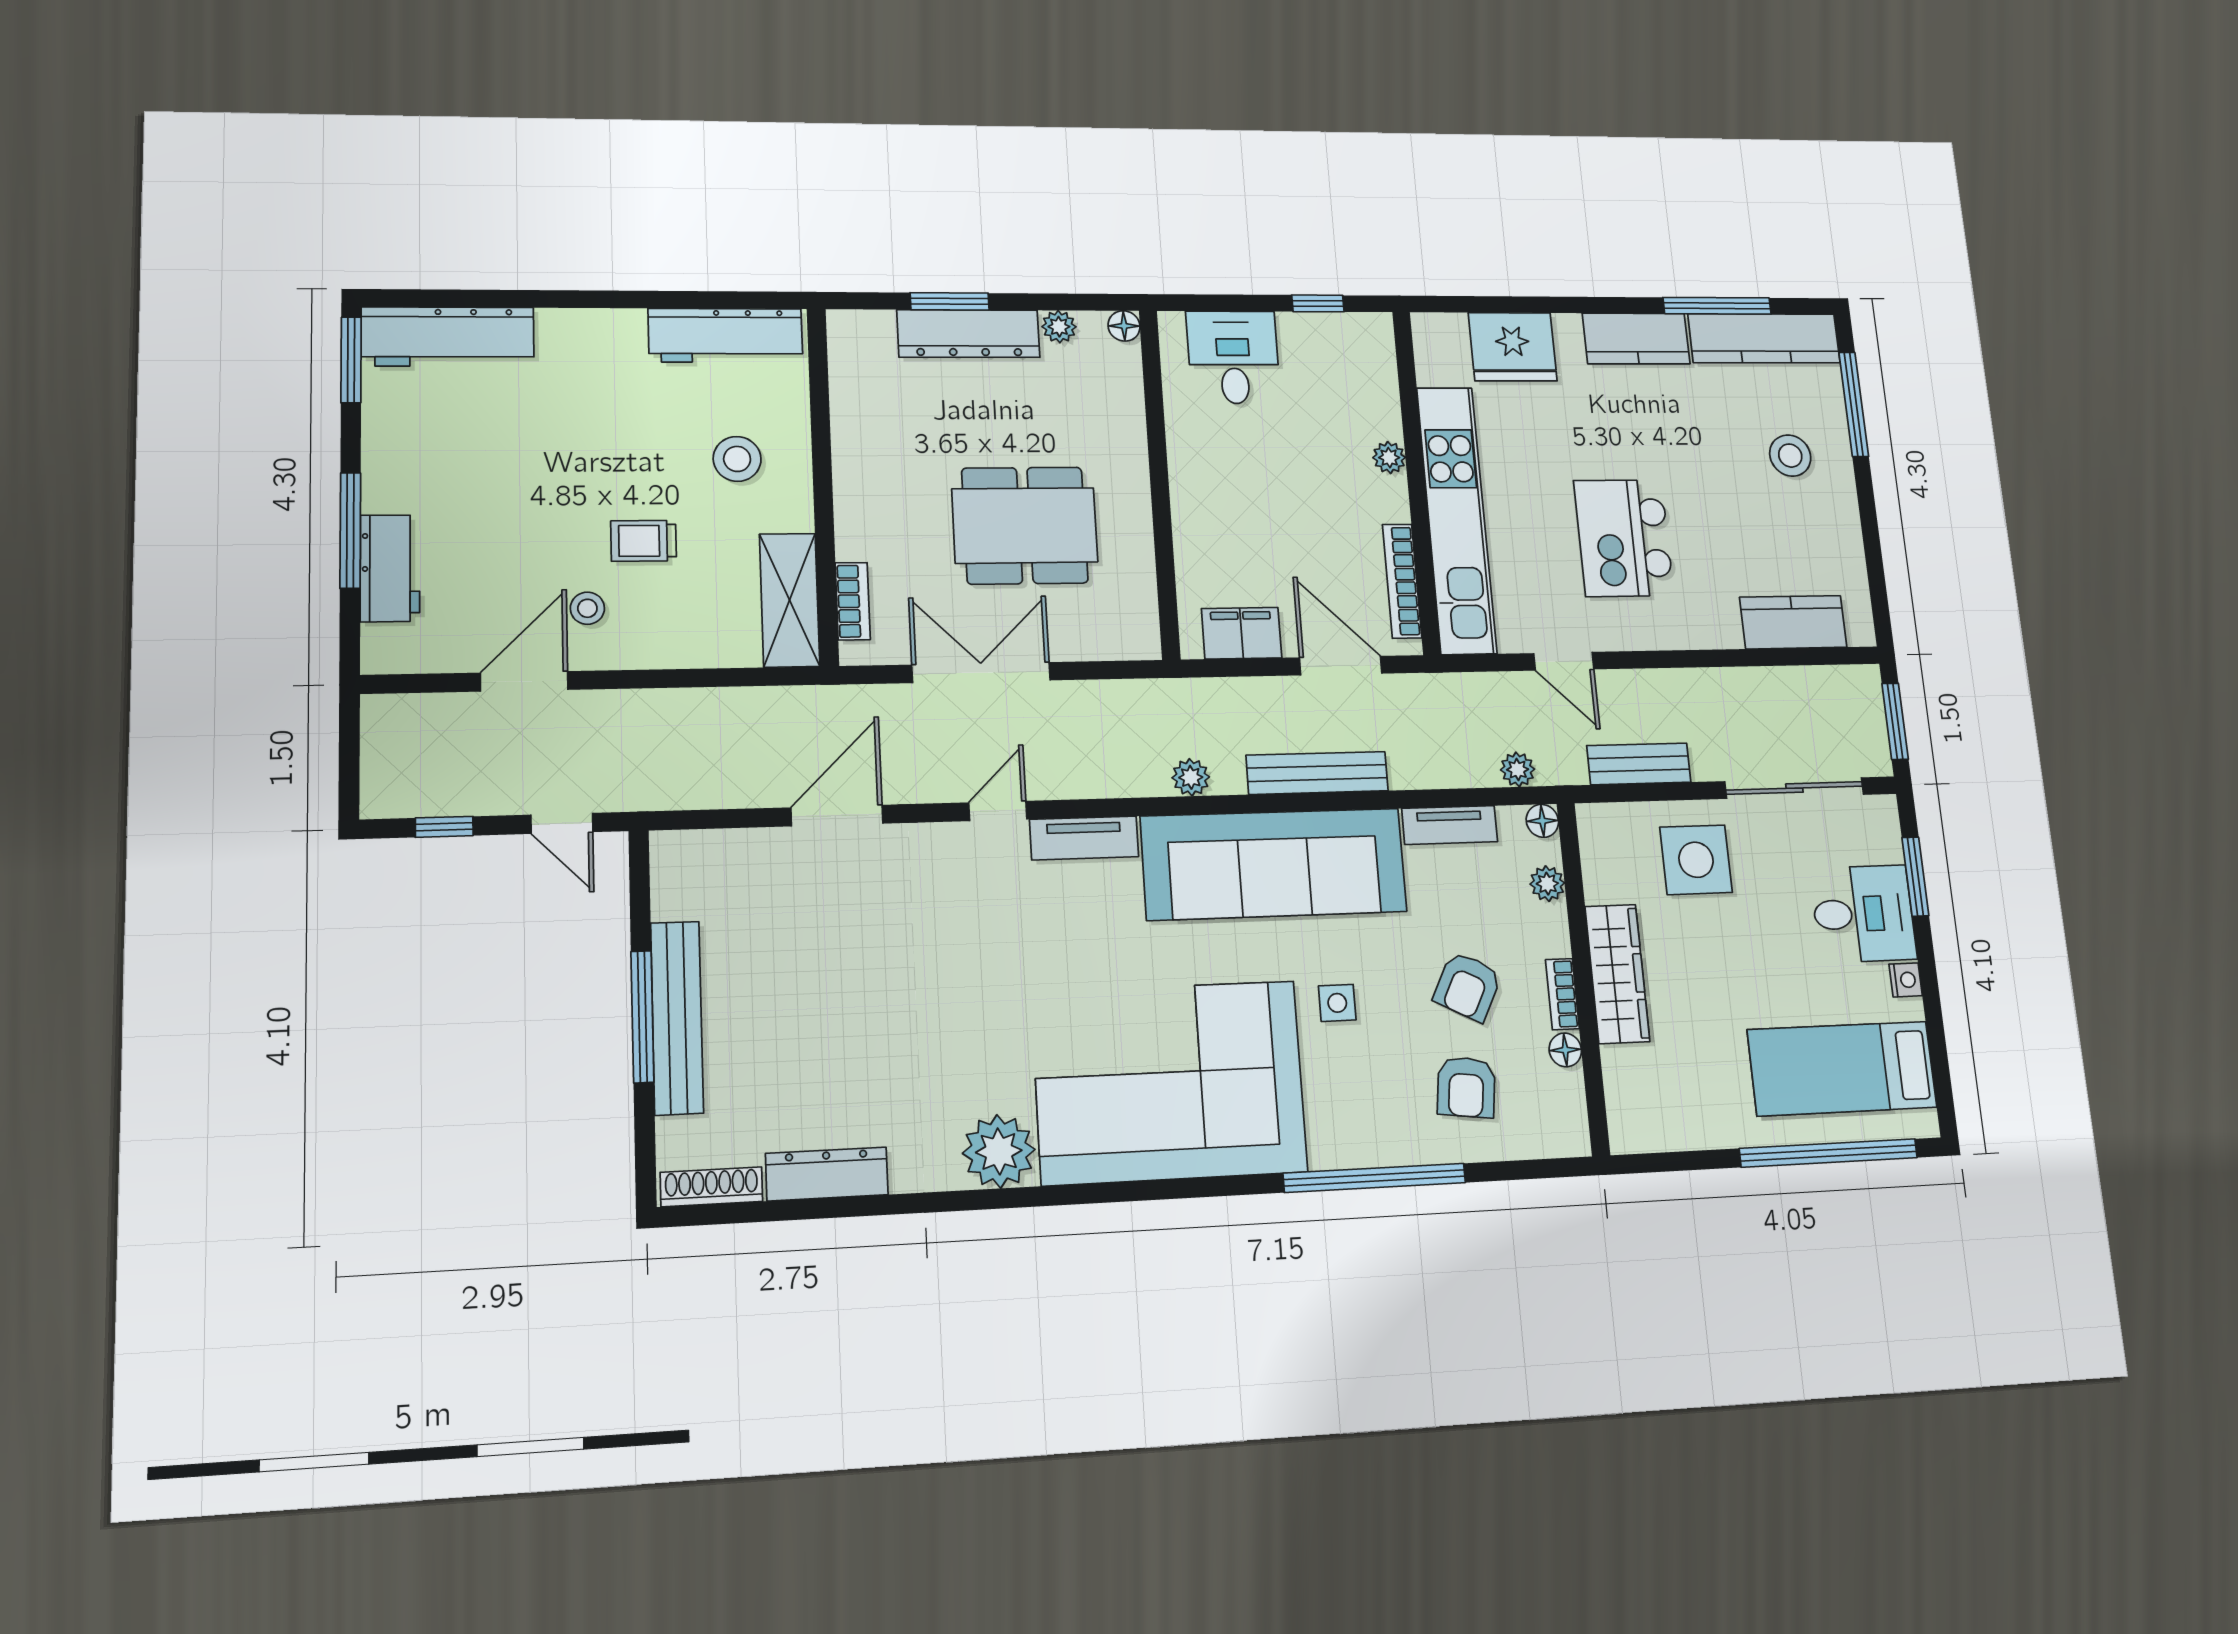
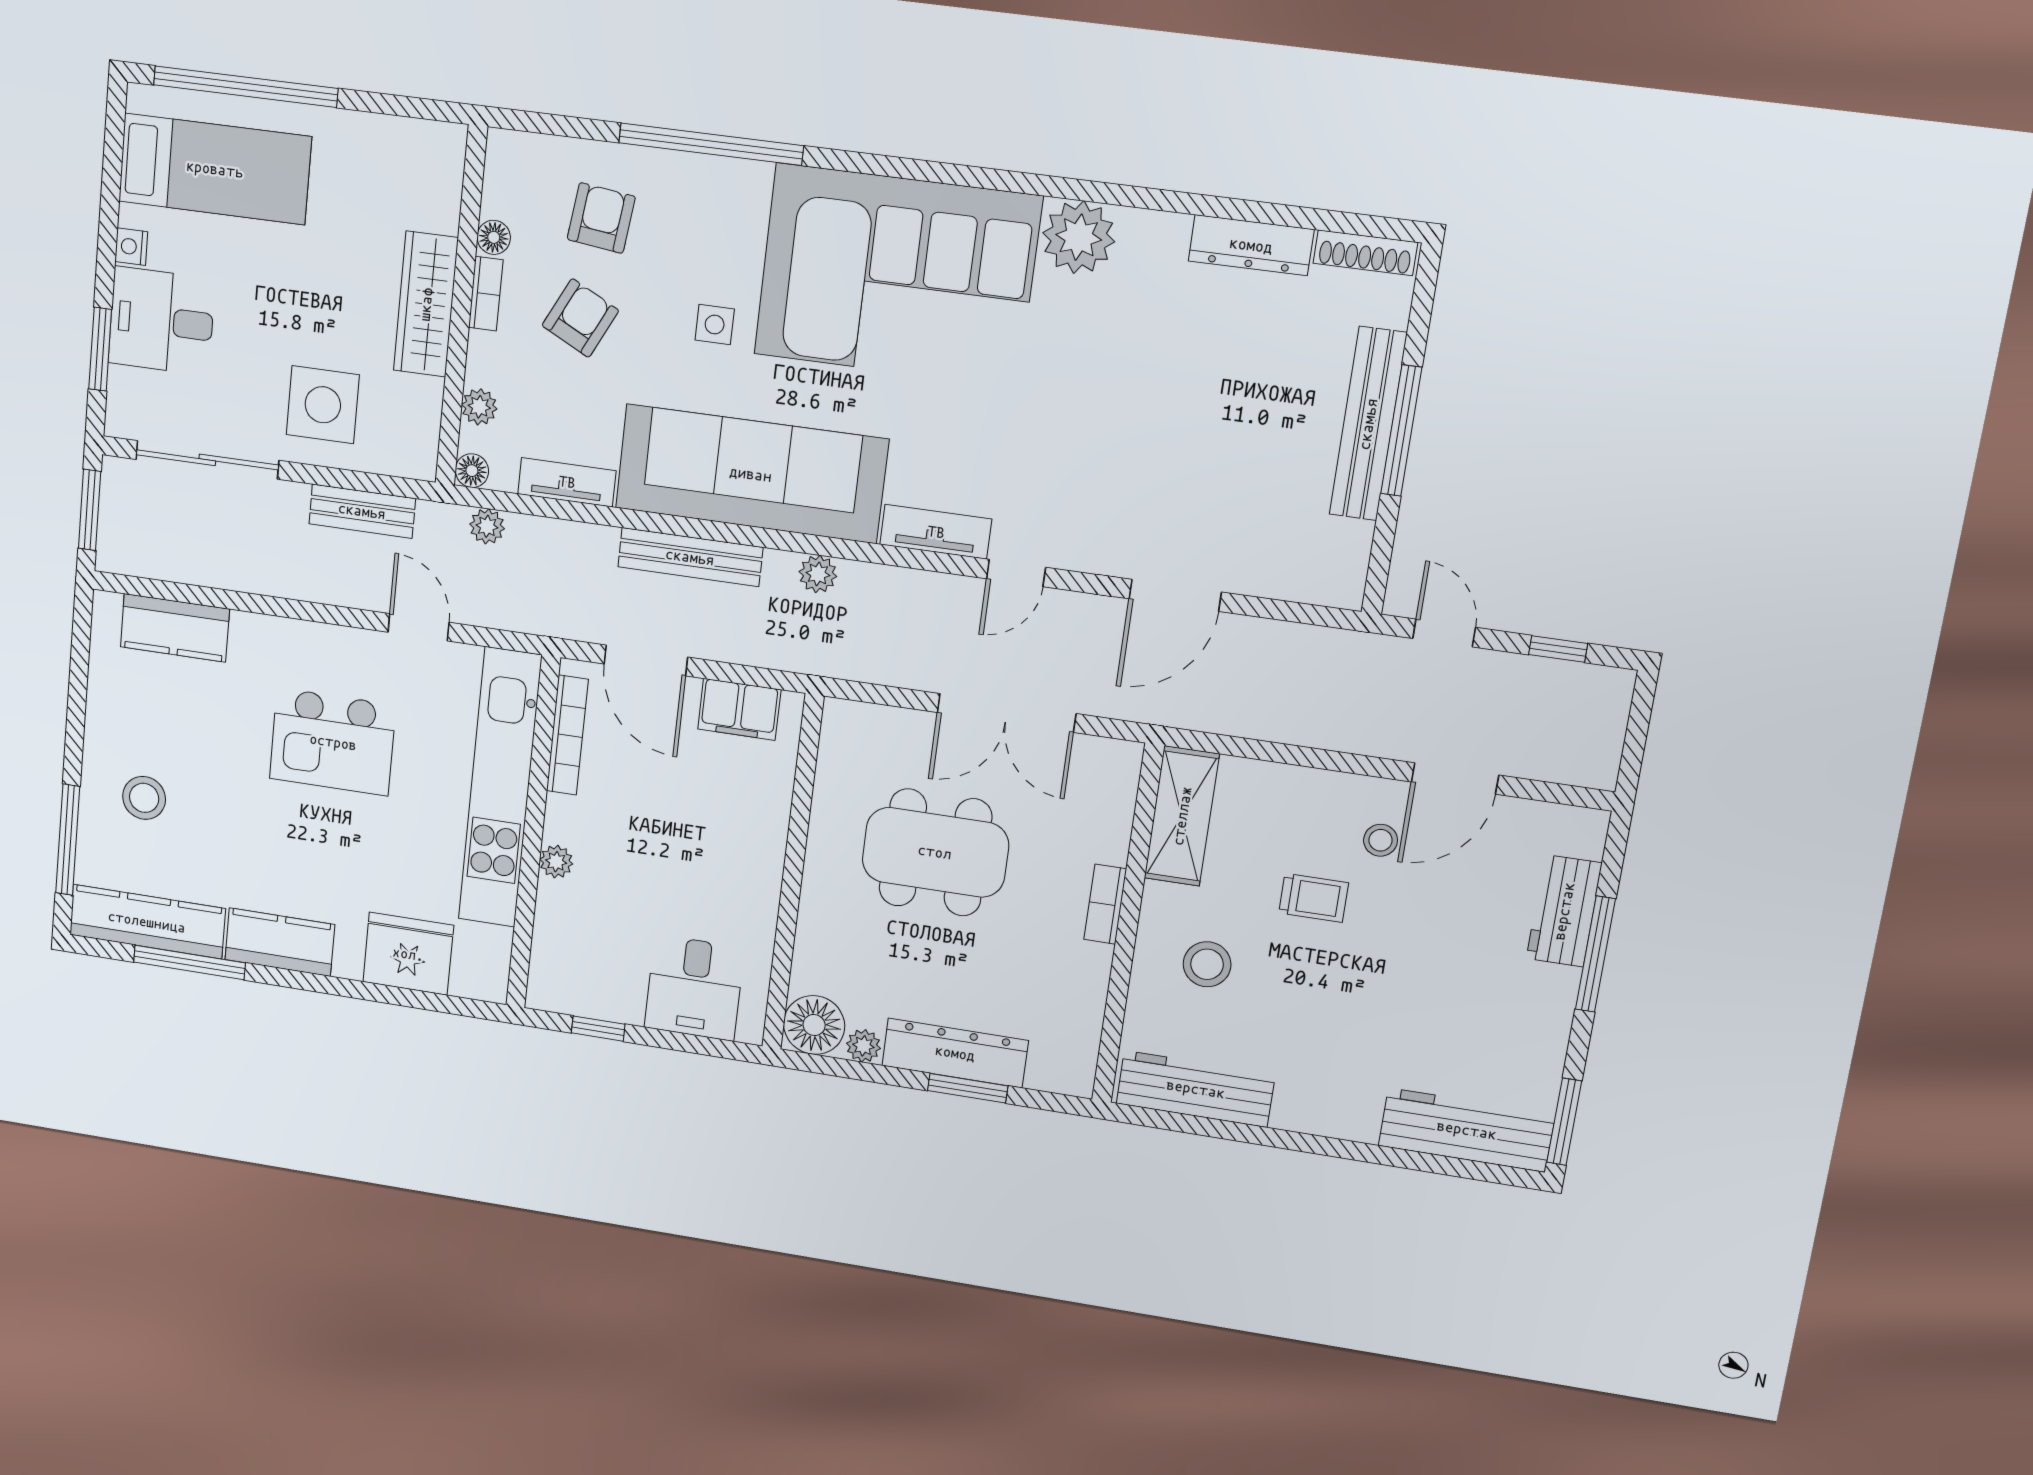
floor lamp: (1124, 326) -> (814, 1025), width x1.89, depth x1.89
kitchen island: (1624, 538) -> (333, 742), turned 90
bookcase: (853, 601) -> (1105, 904), moved

